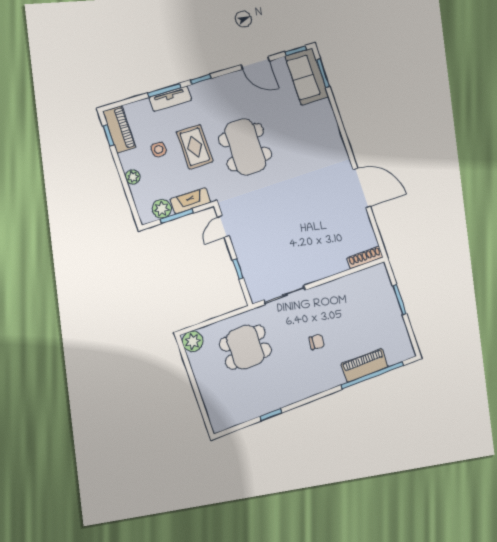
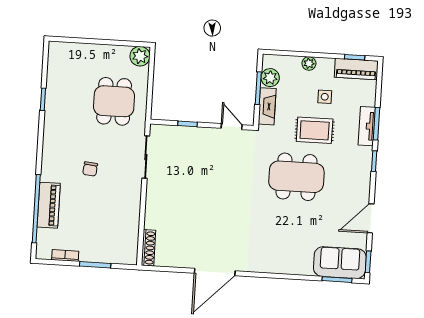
bookcase: (403, 330) -> (65, 256), added

